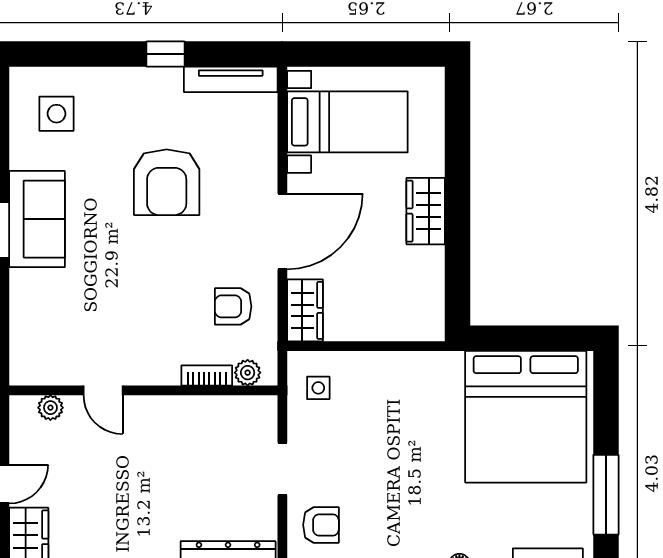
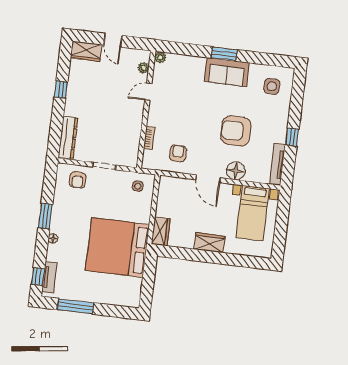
floor lamp: (257, 172) -> (236, 171), added
door: (282, 232) -> (208, 179), width x0.73
wardrobe: (305, 310) -> (161, 231), moved, turned -90
plant: (248, 373) -> (160, 57), moved
bed: (526, 417) -> (117, 248), moved

